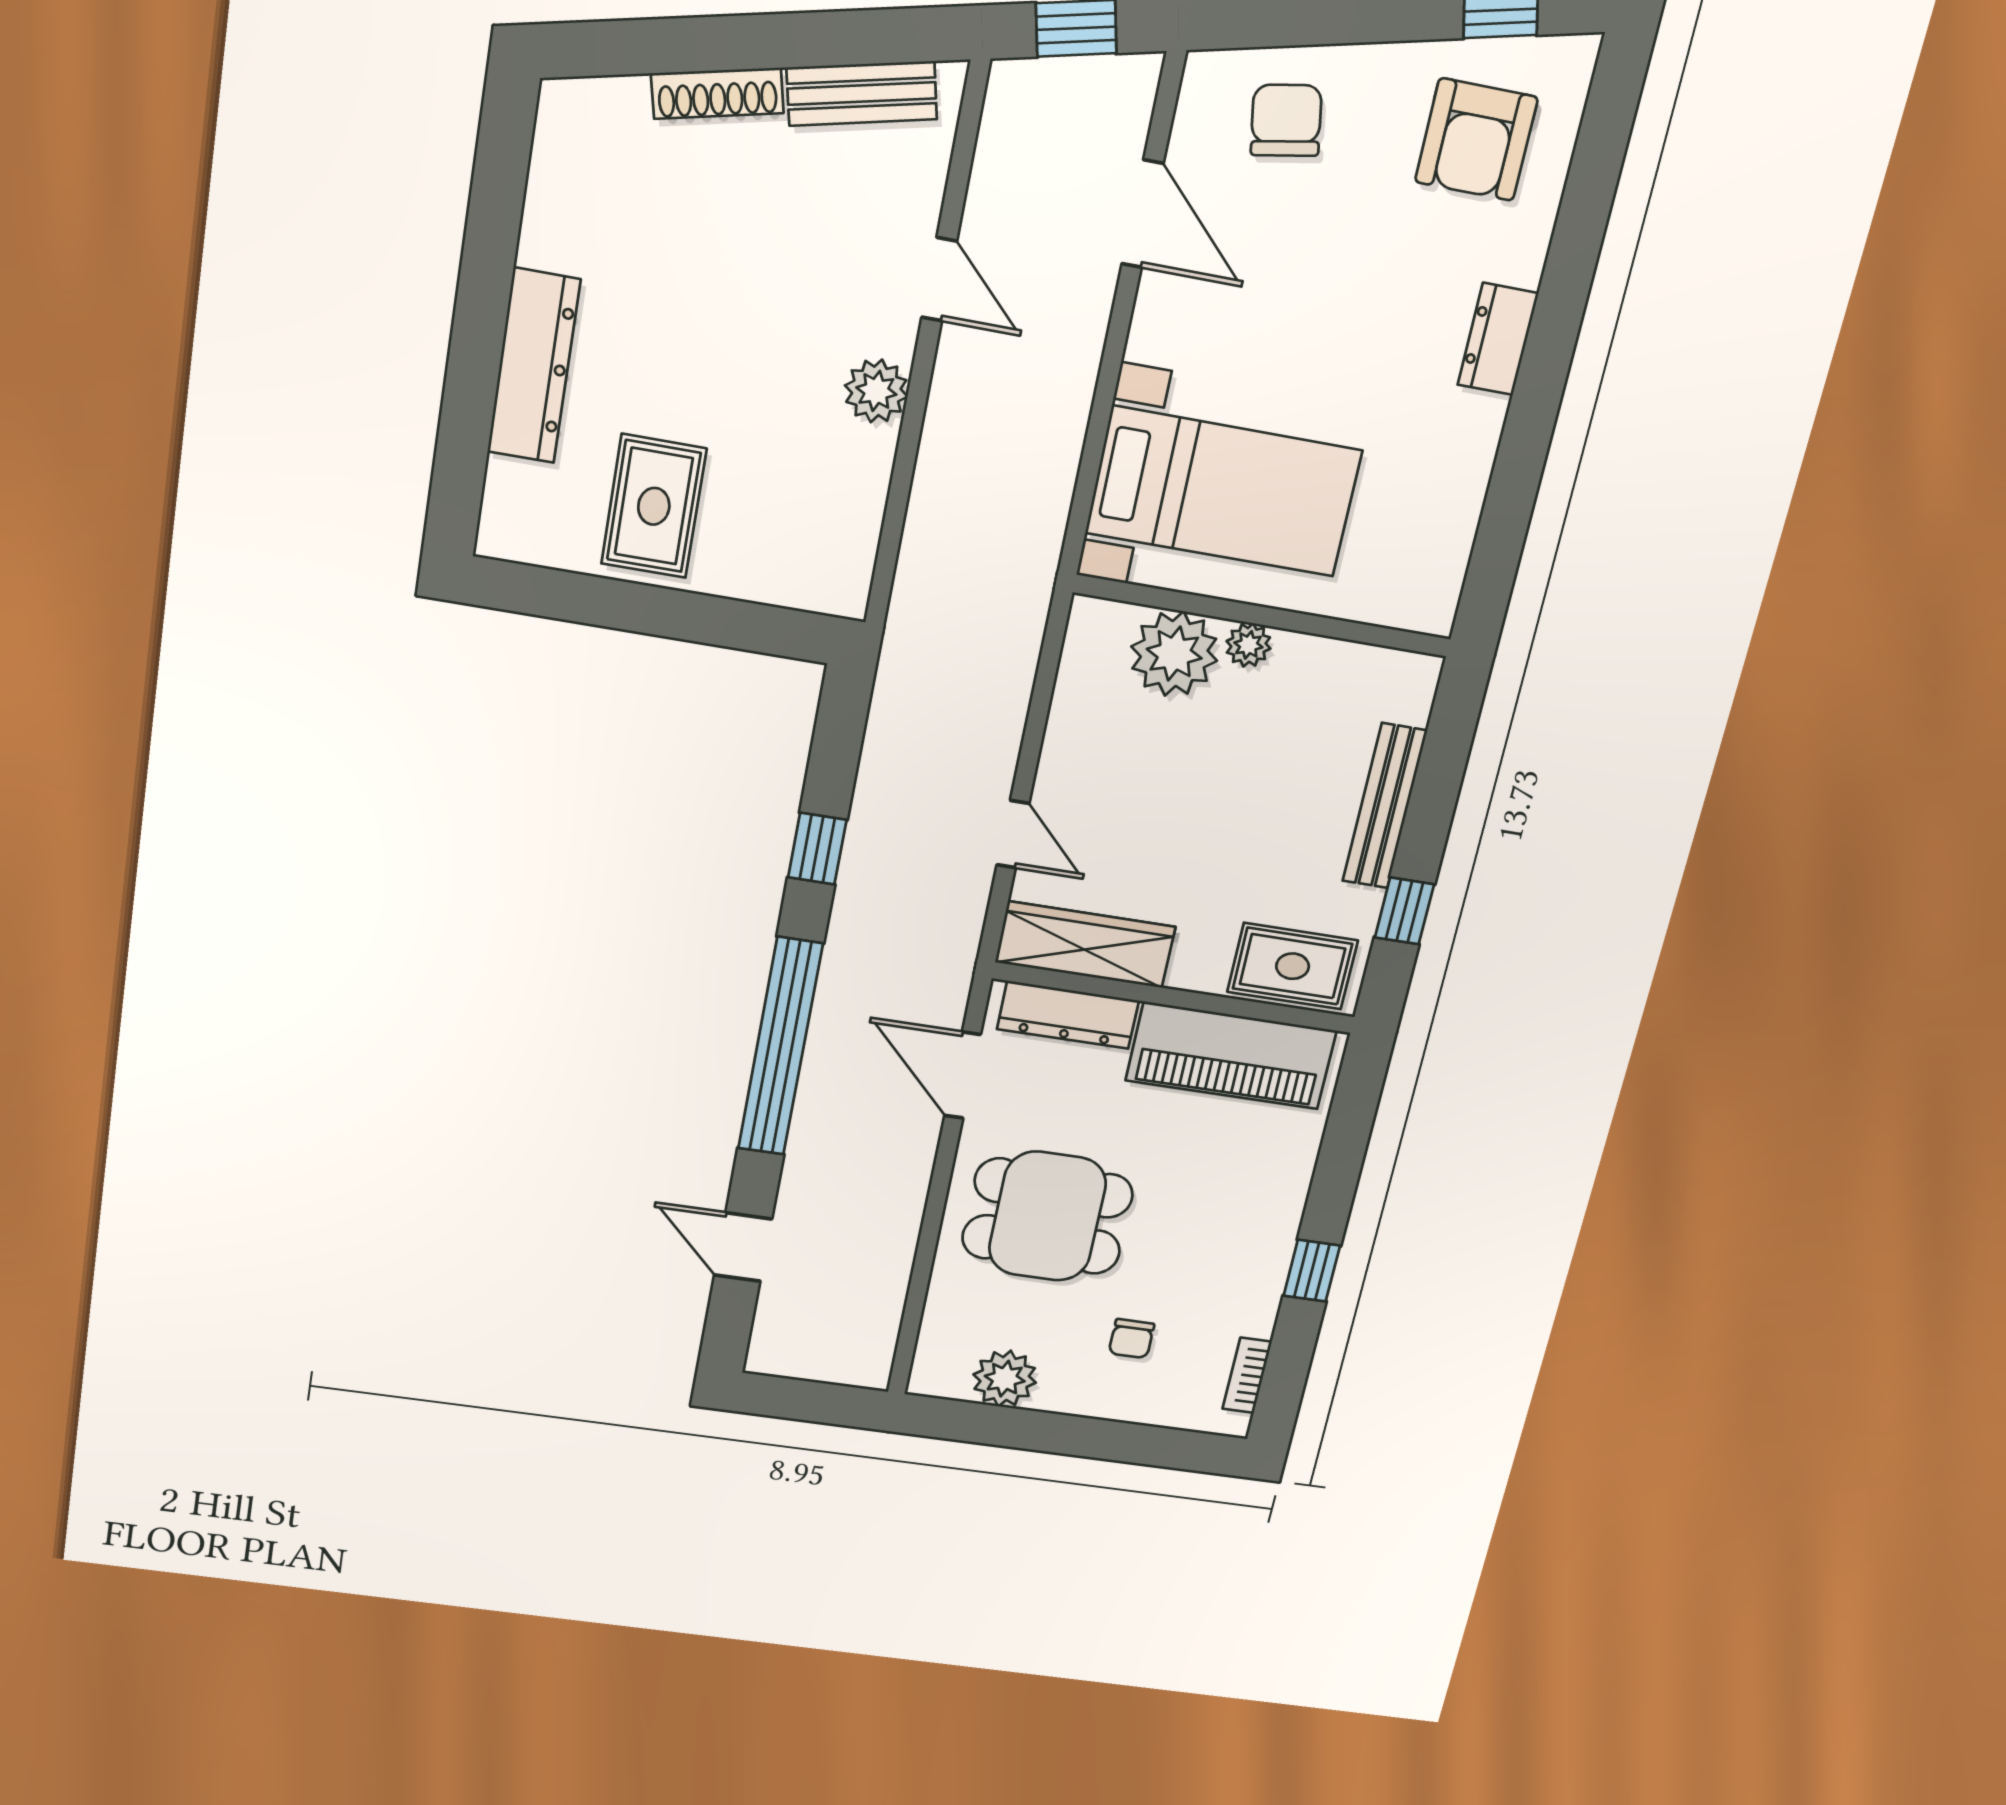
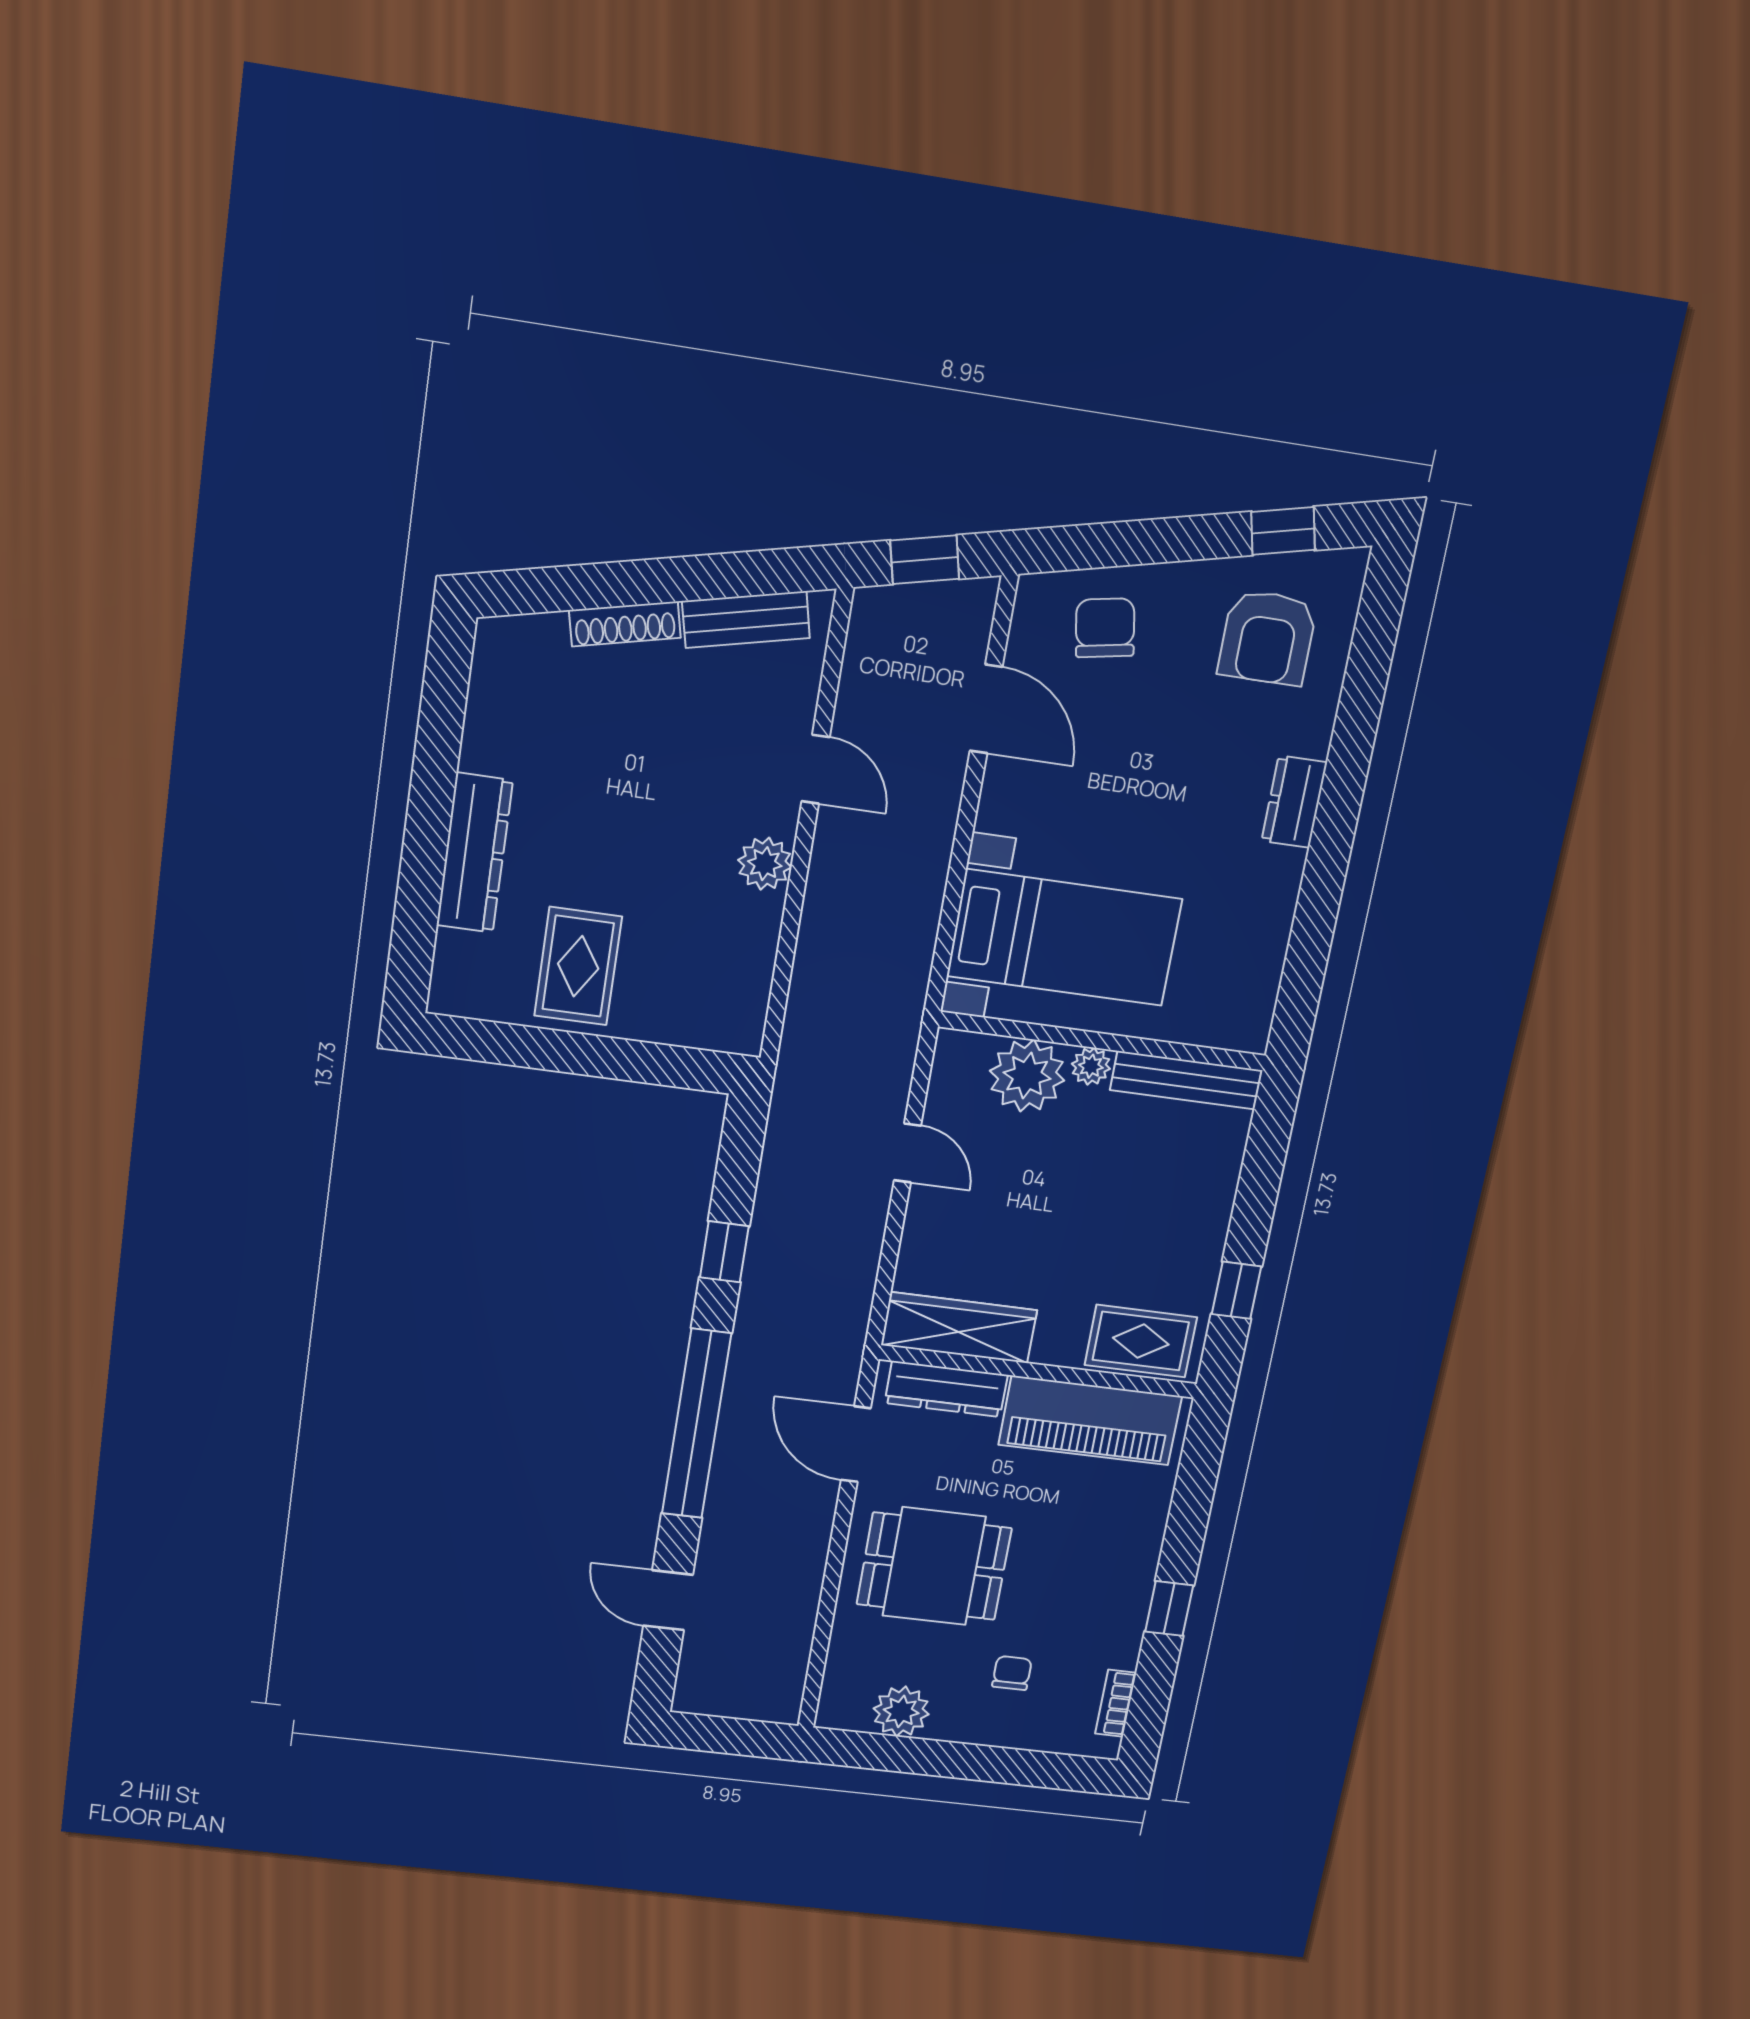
bench: (1385, 806) -> (1186, 1080), moved, turned 90
door: (1013, 834) -> (907, 1153), moved
chair: (1131, 1339) -> (1012, 1673), turned 180

